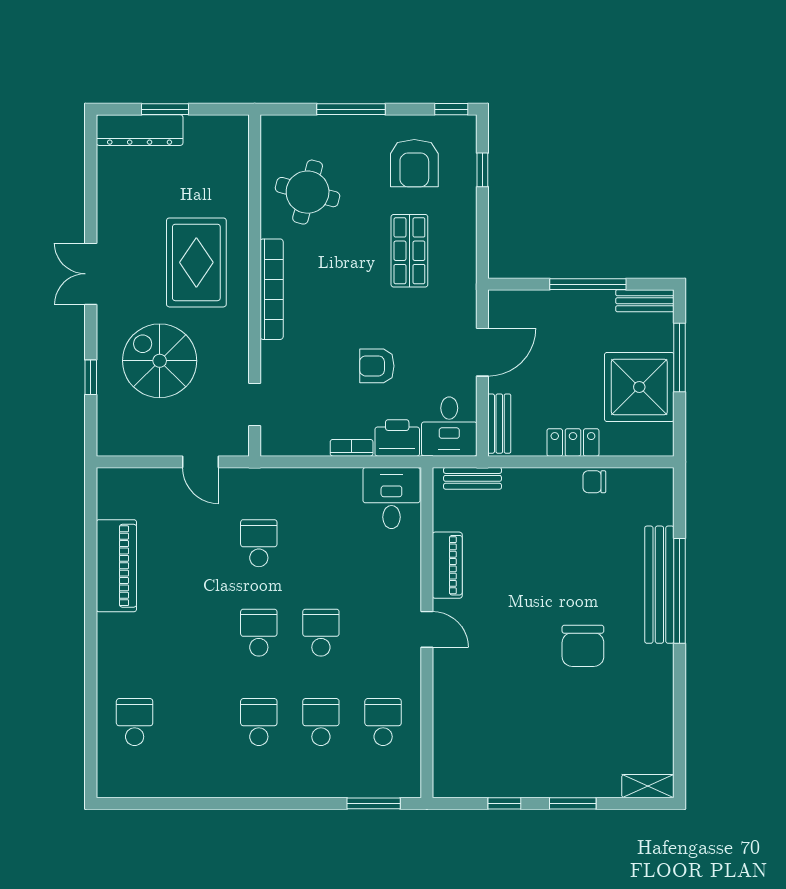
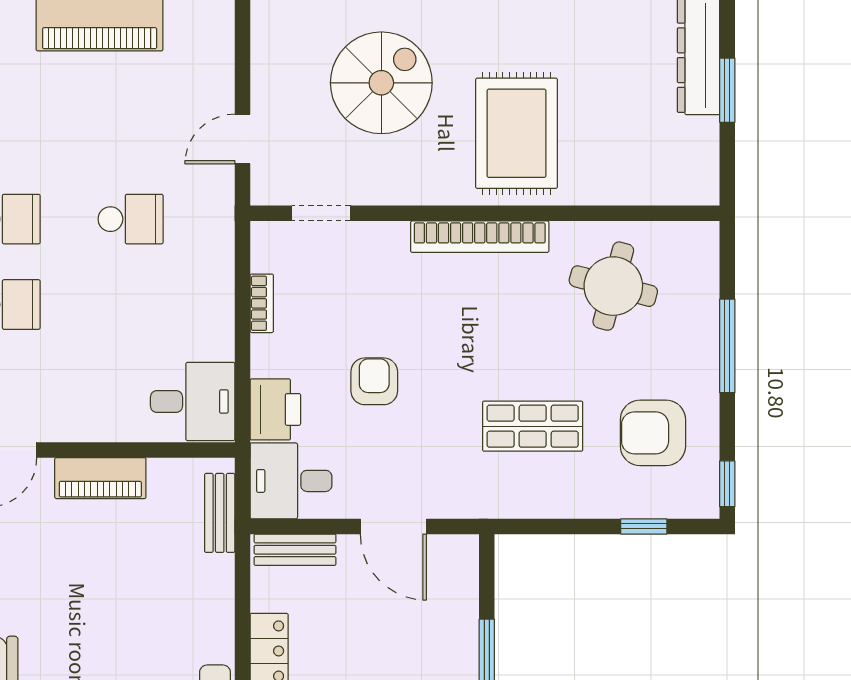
rug: (196, 262) -> (517, 133), turned 90
bookcase: (352, 448) -> (262, 303), moved

